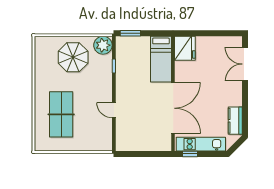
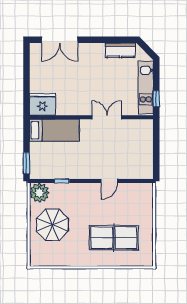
double door: (173, 108) -> (107, 117), width x0.54

